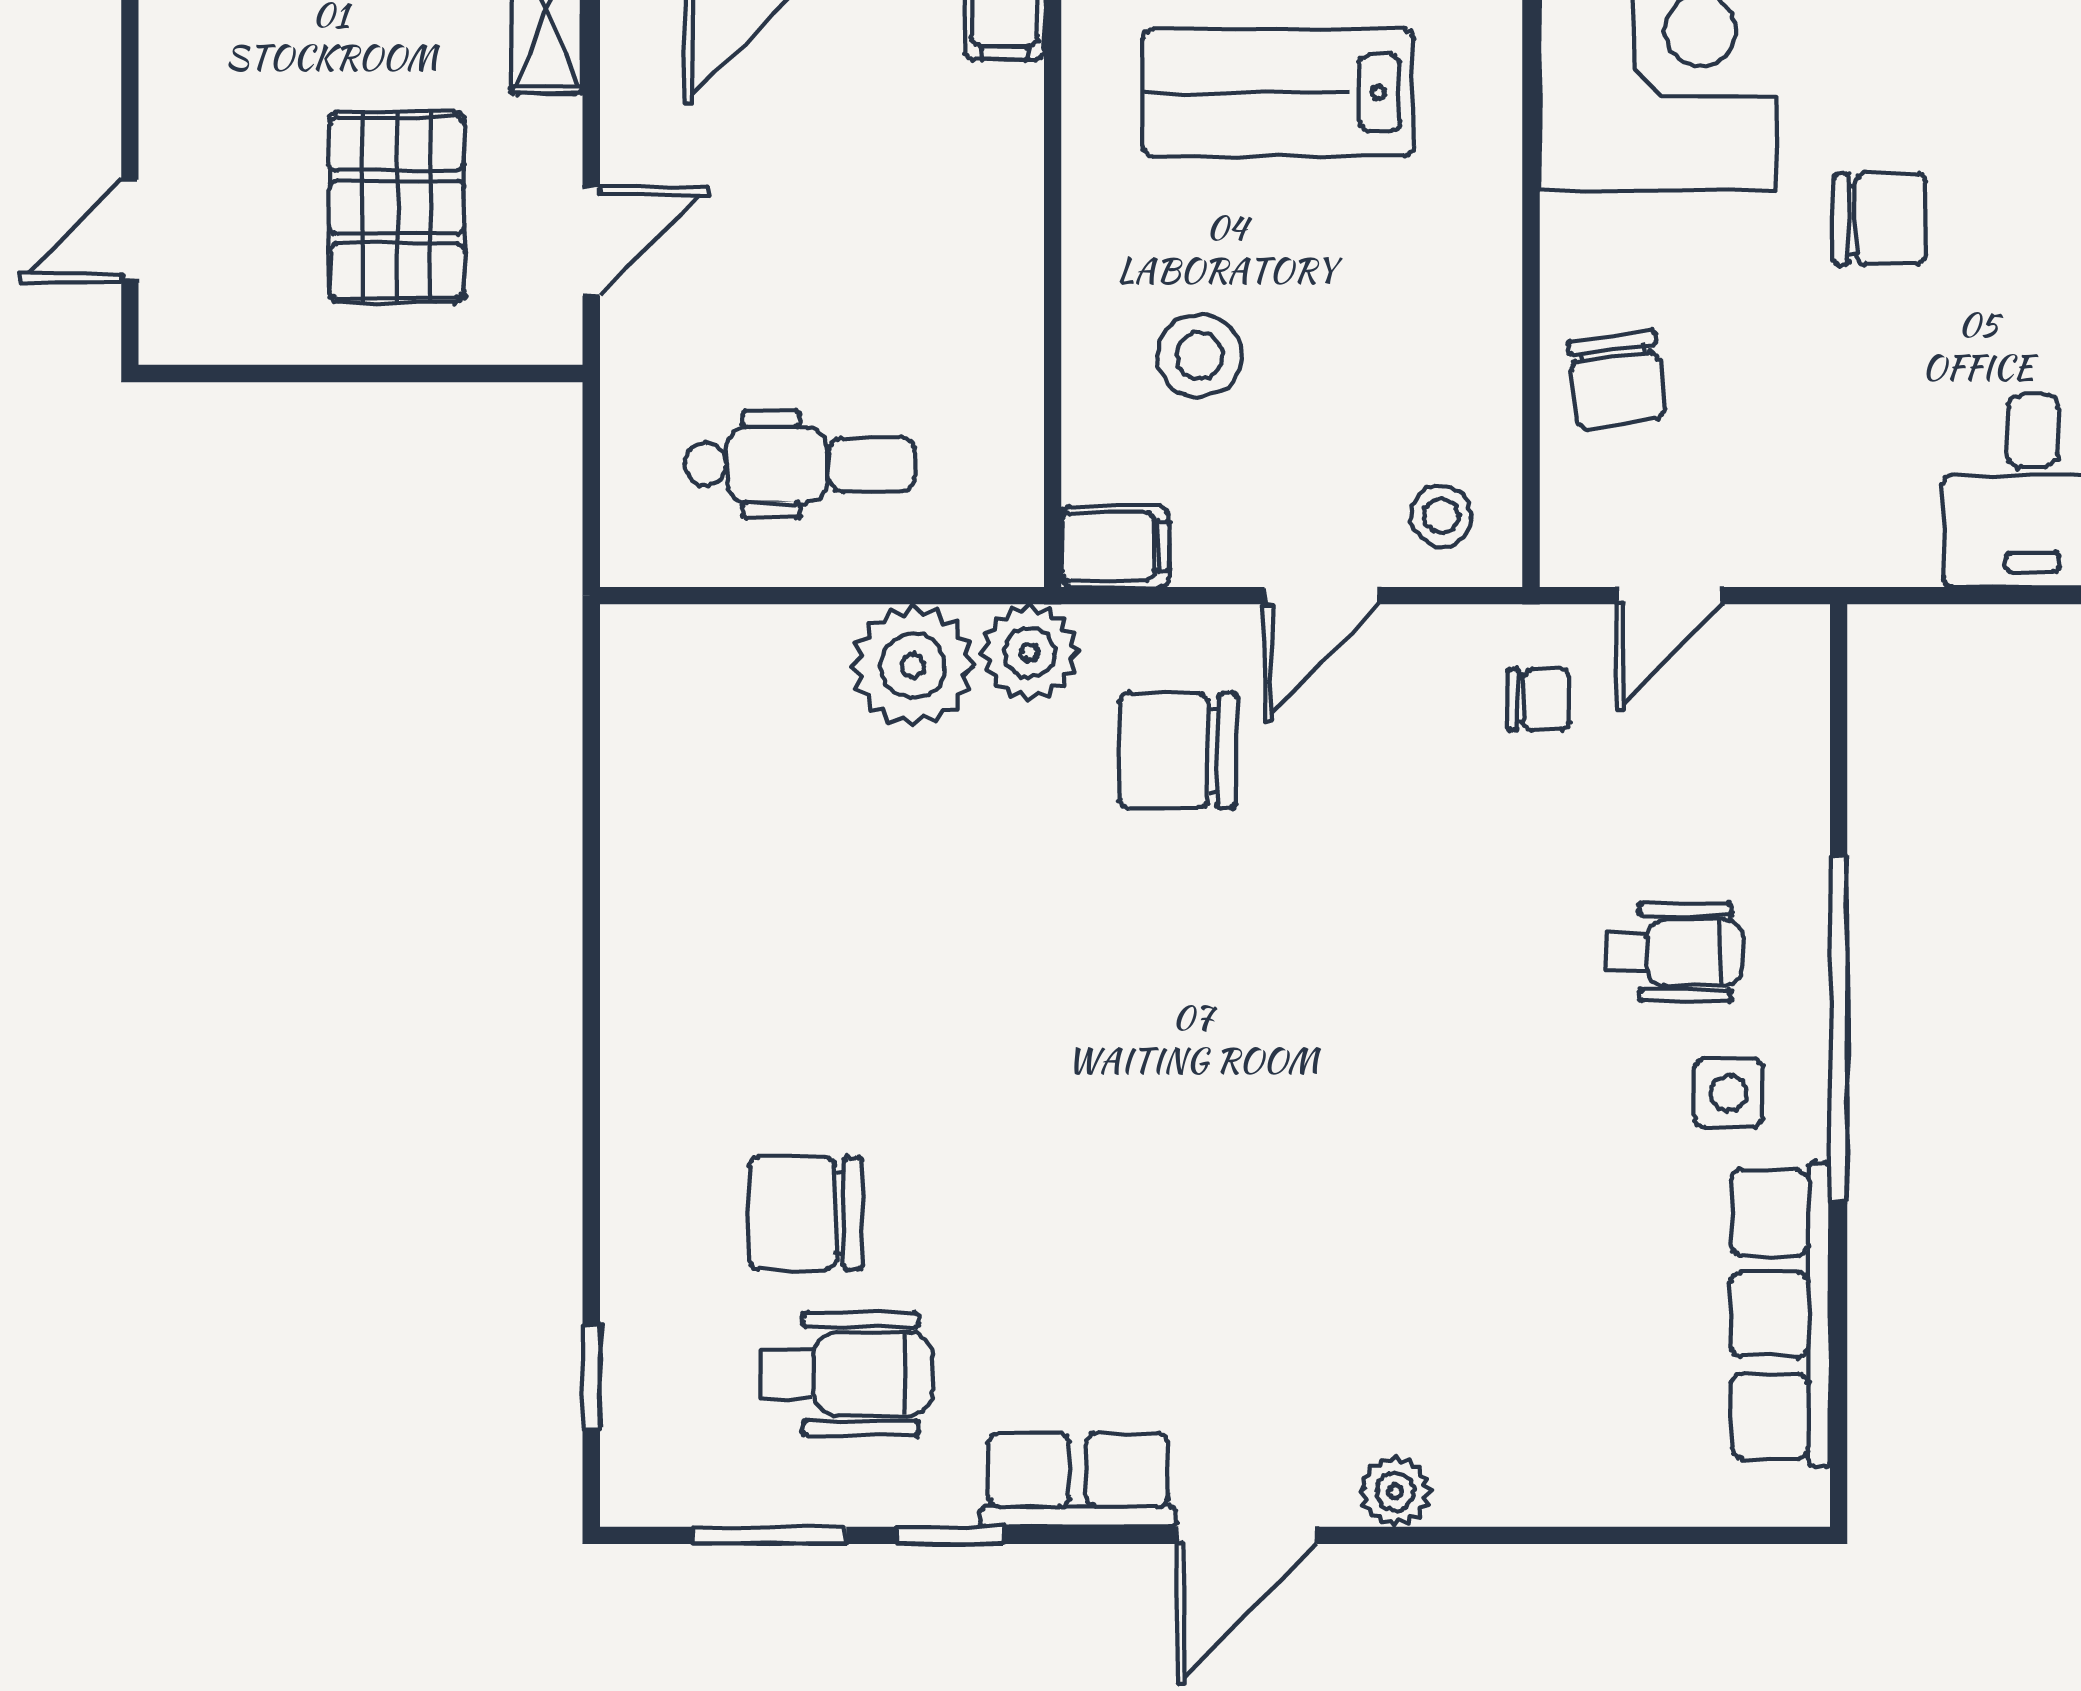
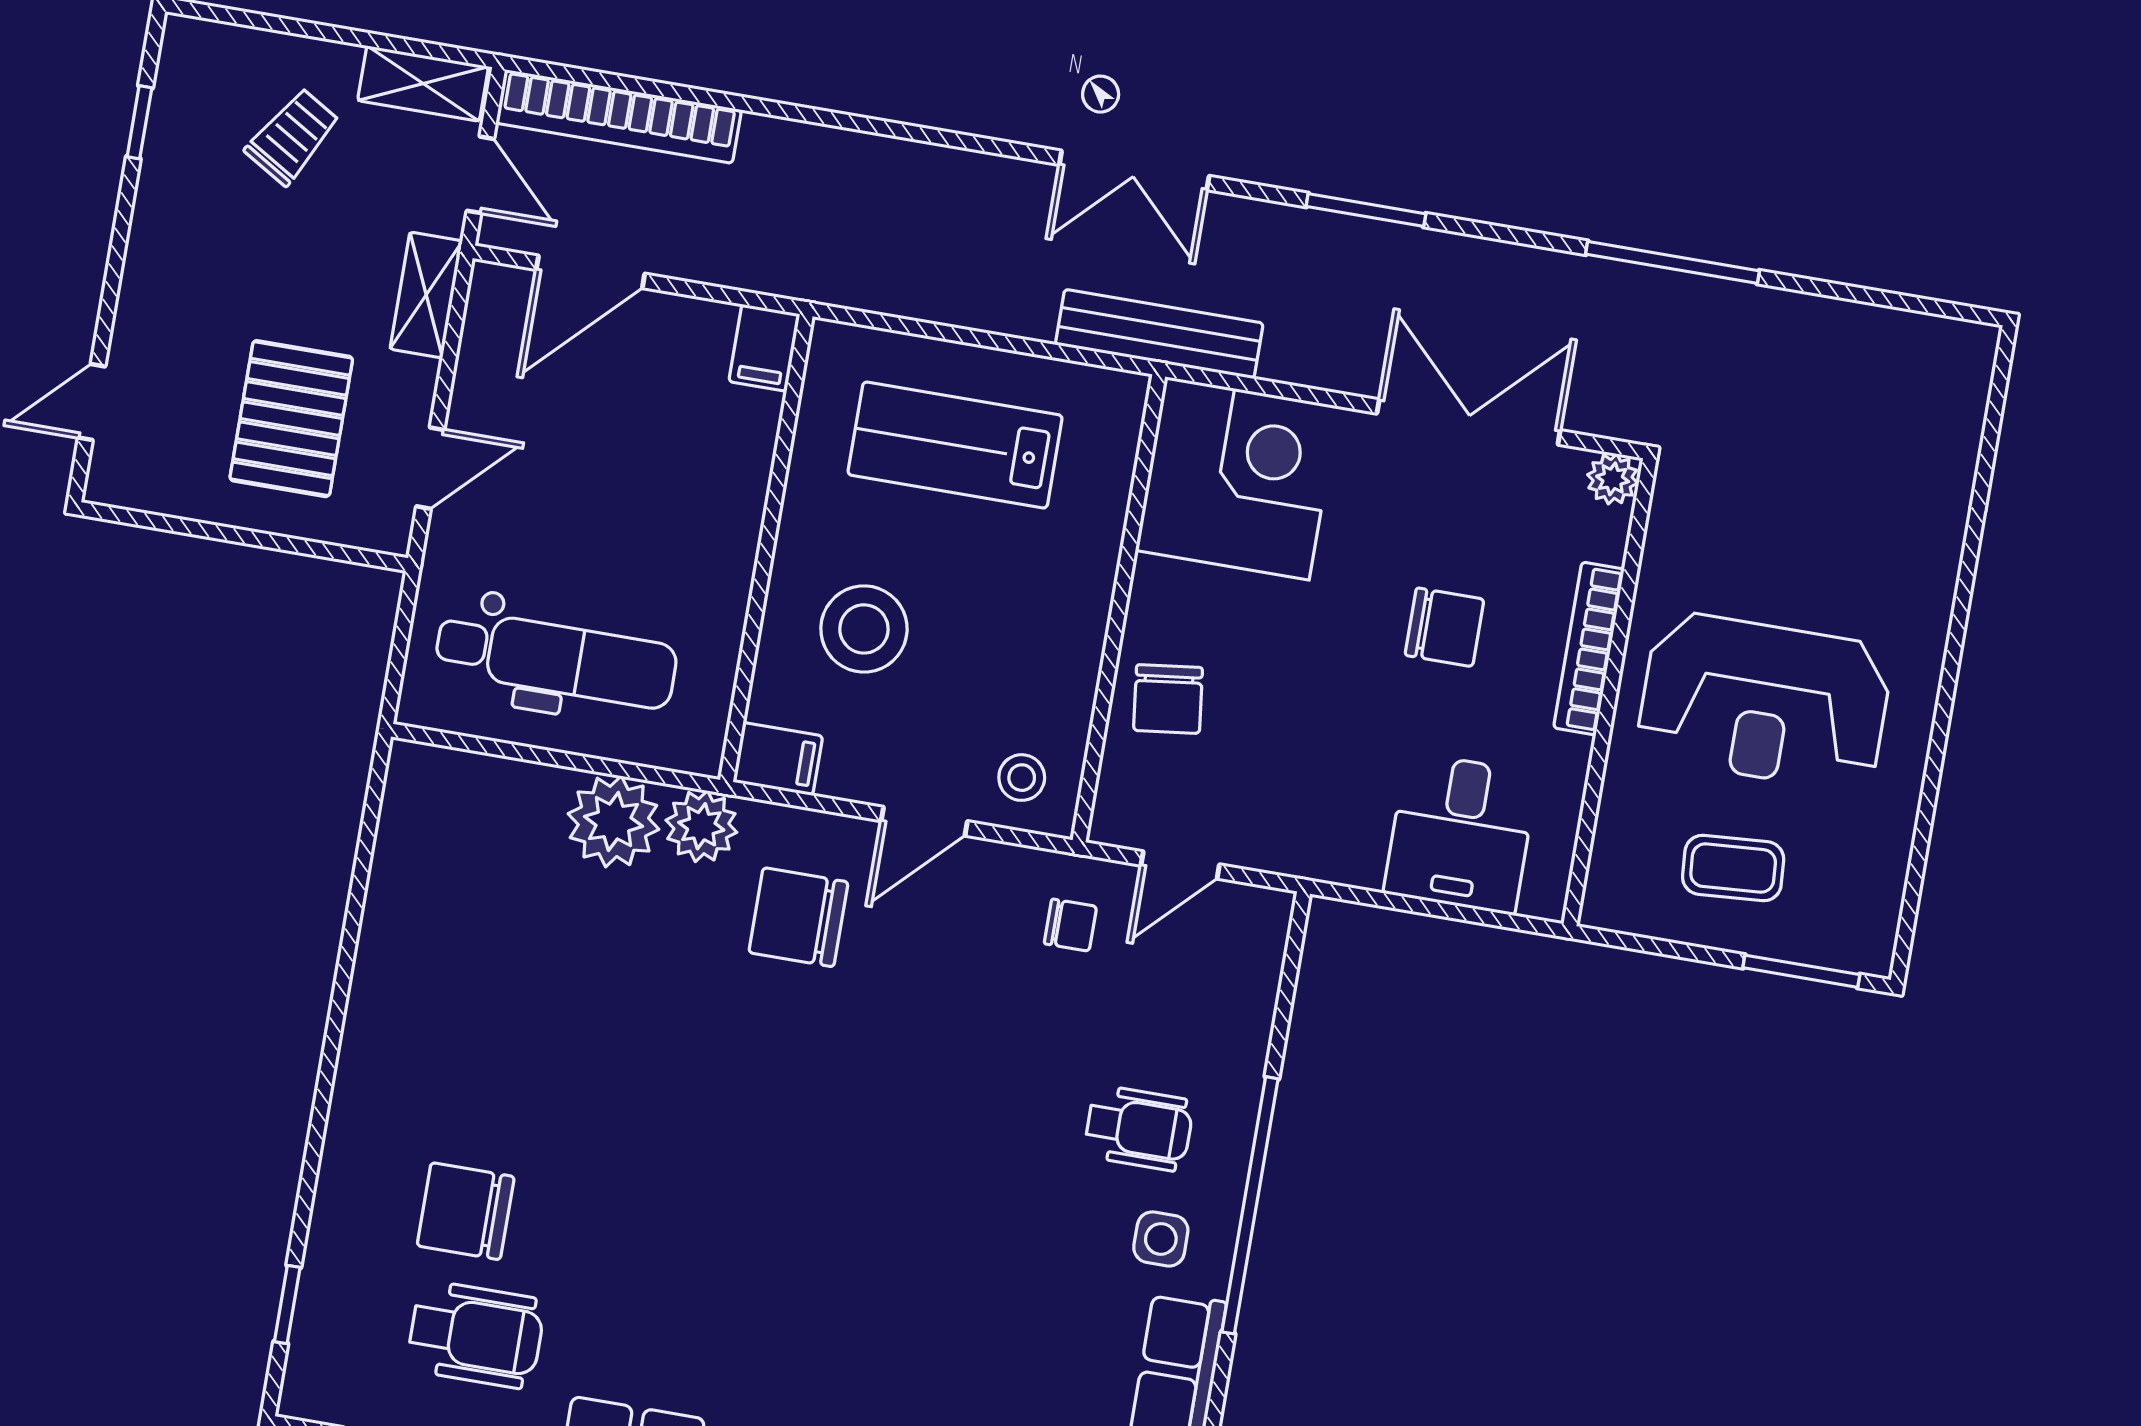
chair: (1880, 219) -> (1444, 627), moved
stool: (1200, 356) -> (864, 629), width x1.38, depth x1.38
dental chair: (800, 464) -> (556, 659), width x1.36, depth x1.38

